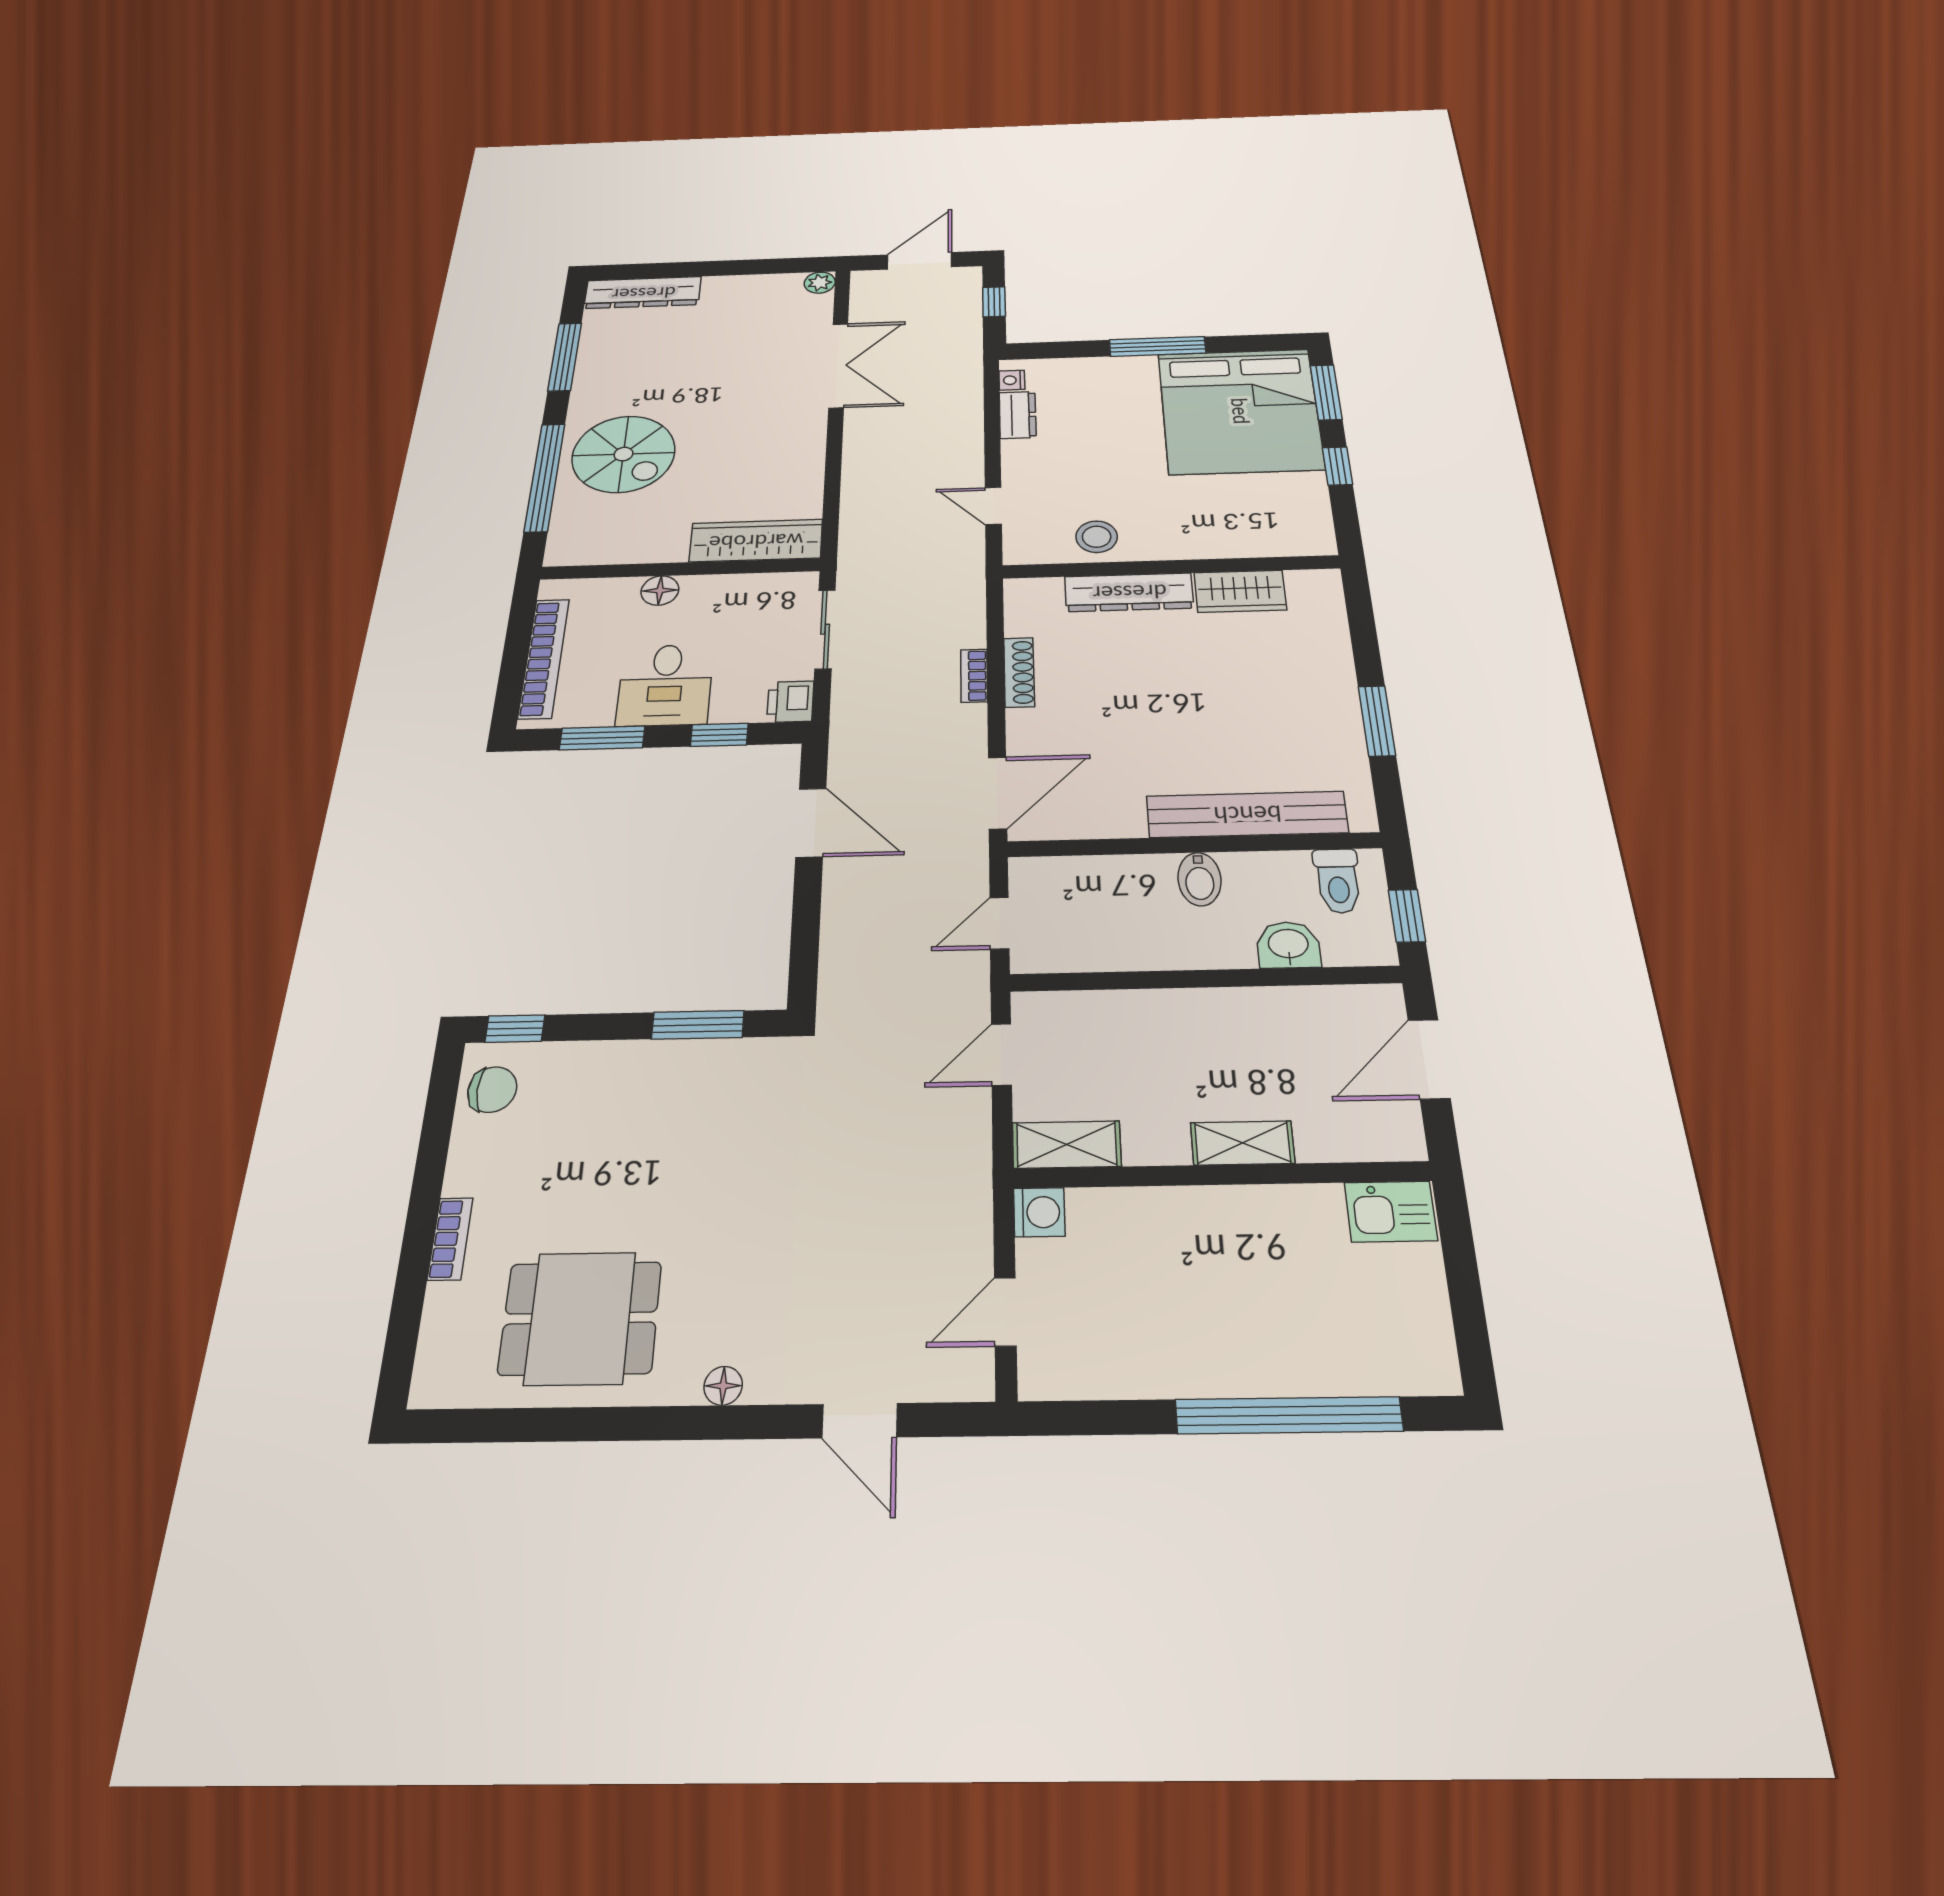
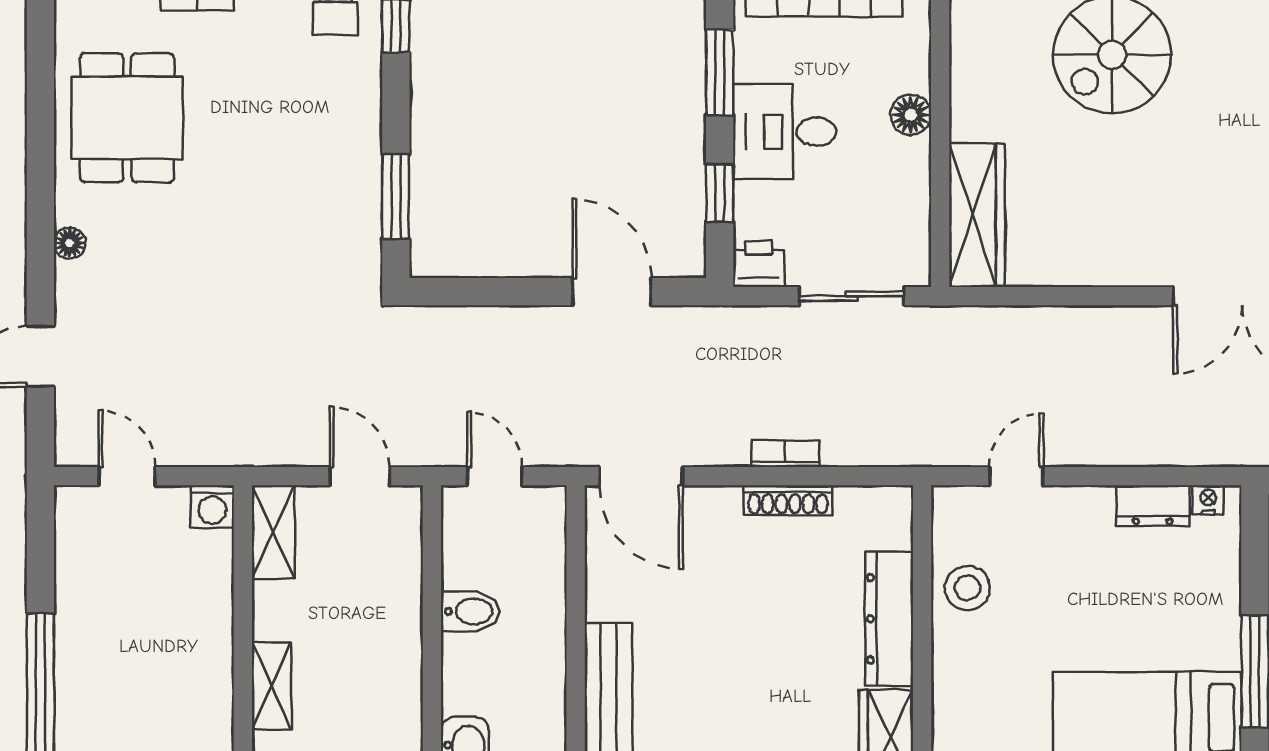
door: (811, 823) -> (612, 292), swing flipped
bidet: (1199, 879) -> (470, 611), moved, turned 180

